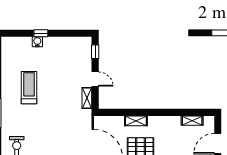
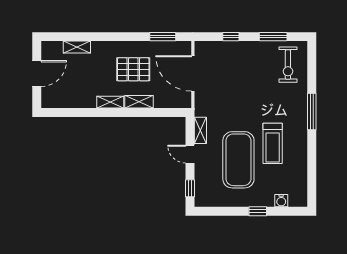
water cooler: (37, 42) -> (281, 201), moved
exercise mat: (56, 74) -> (238, 160), added
shelving: (192, 121) -> (110, 102), moved

